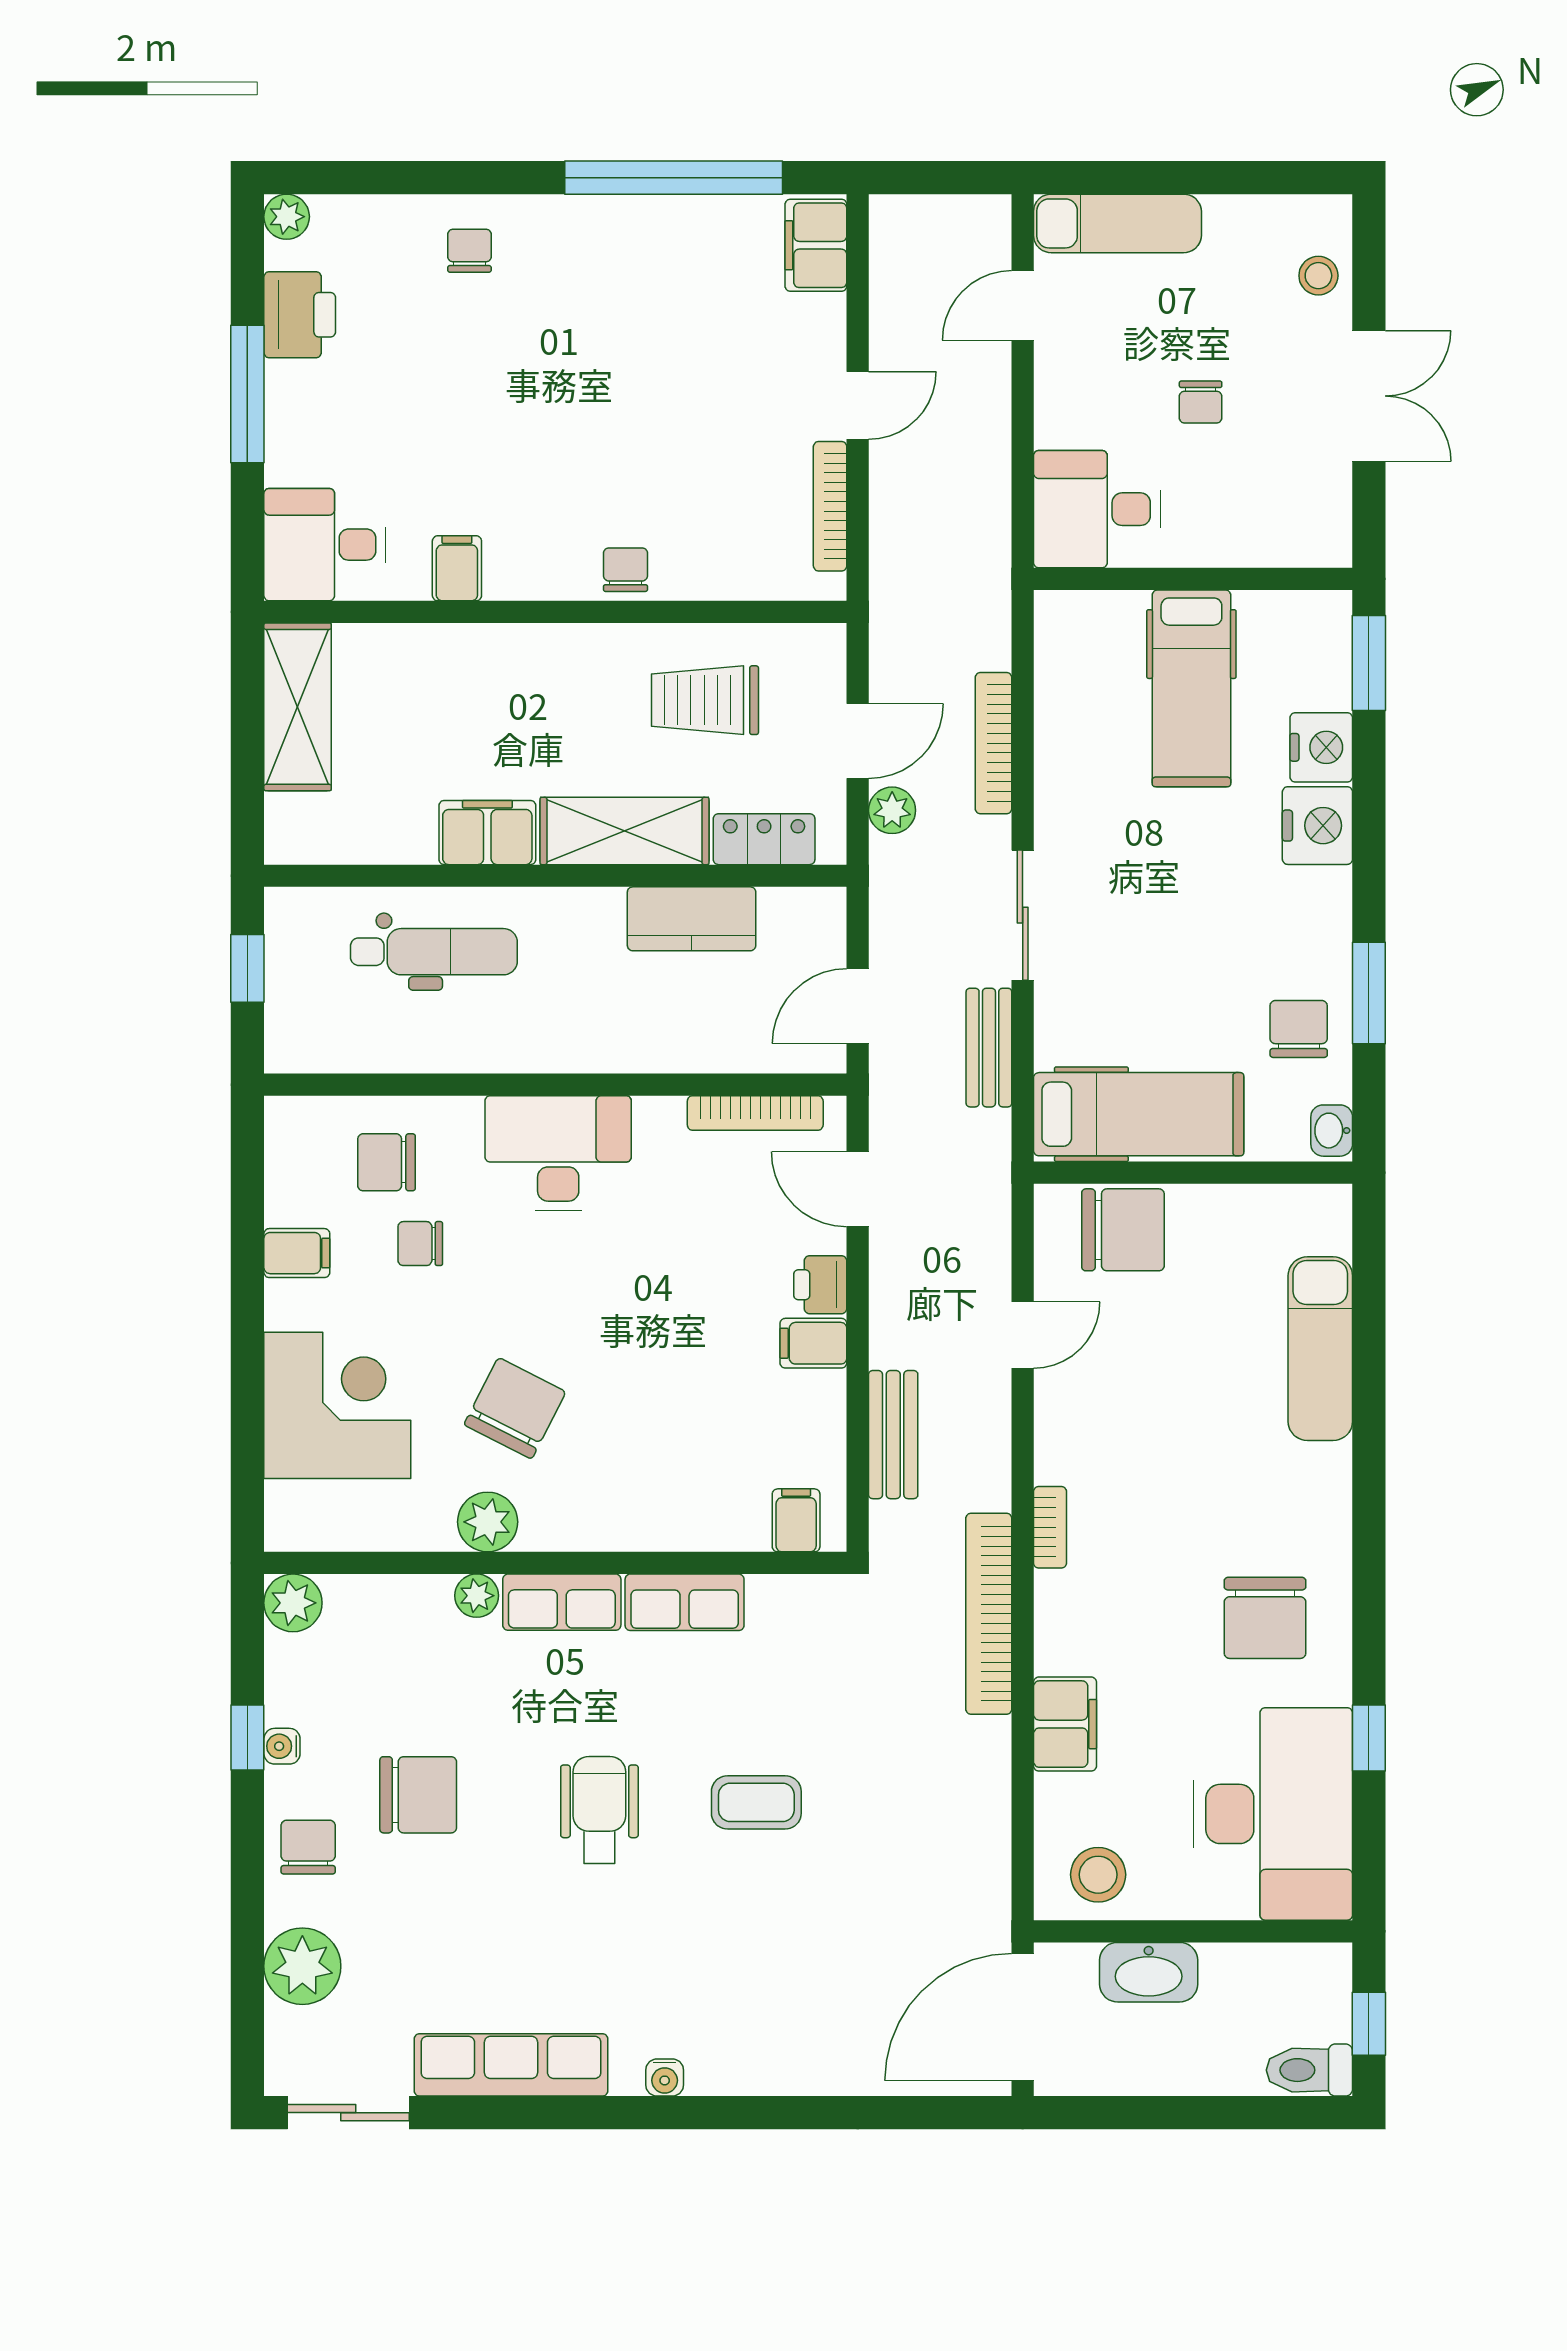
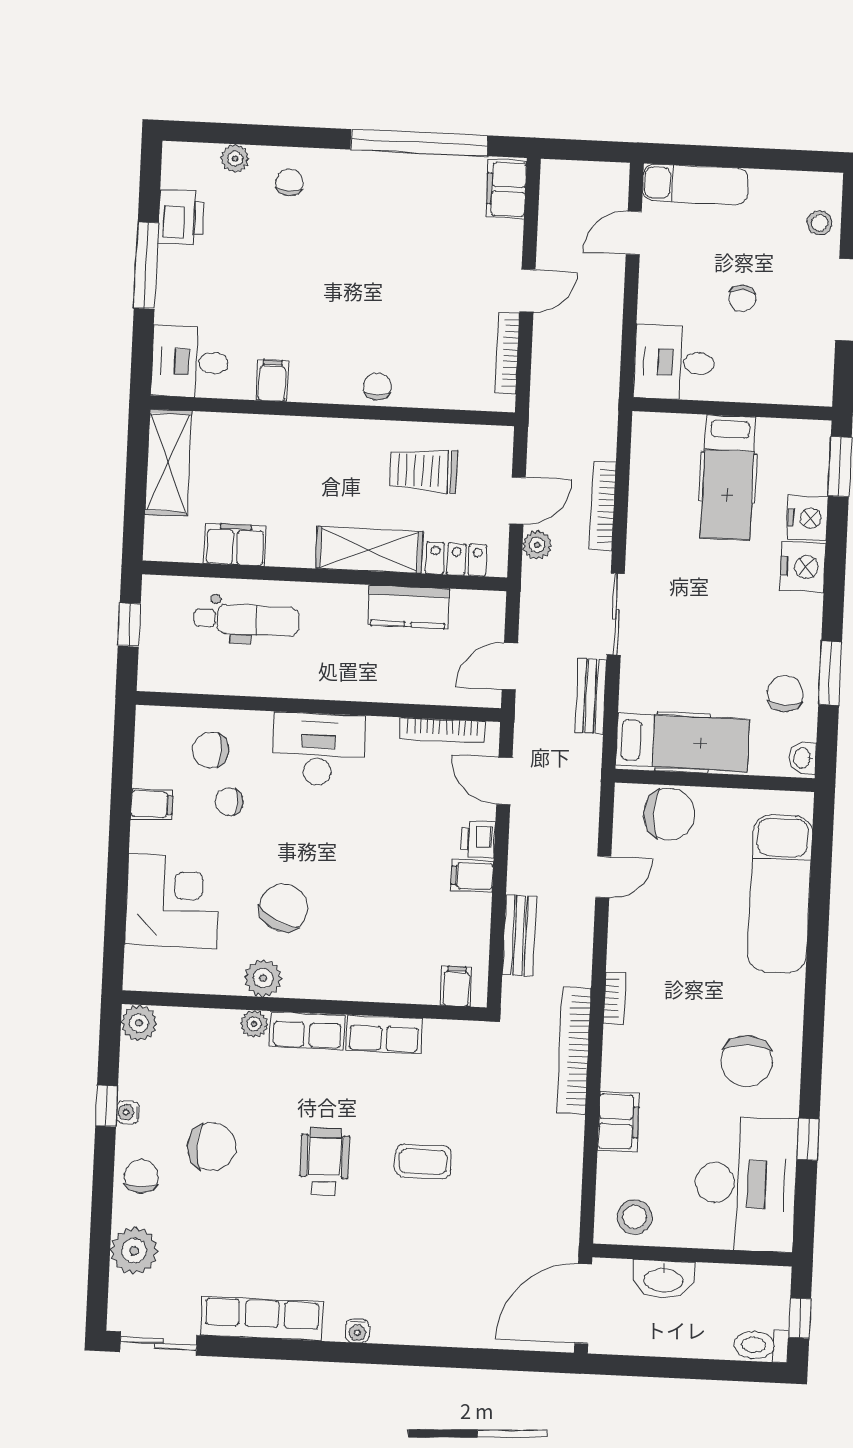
plant: (287, 217) -> (235, 158), moved
filing cabinet: (487, 833) -> (235, 545), moved
exam couch: (1320, 1349) -> (780, 894), width x1.36, depth x1.45

